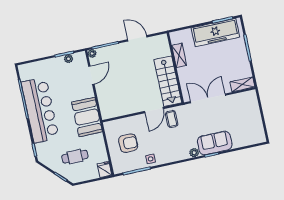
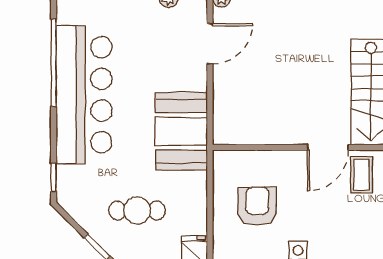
armchair: (128, 143) -> (257, 206), turned -90

